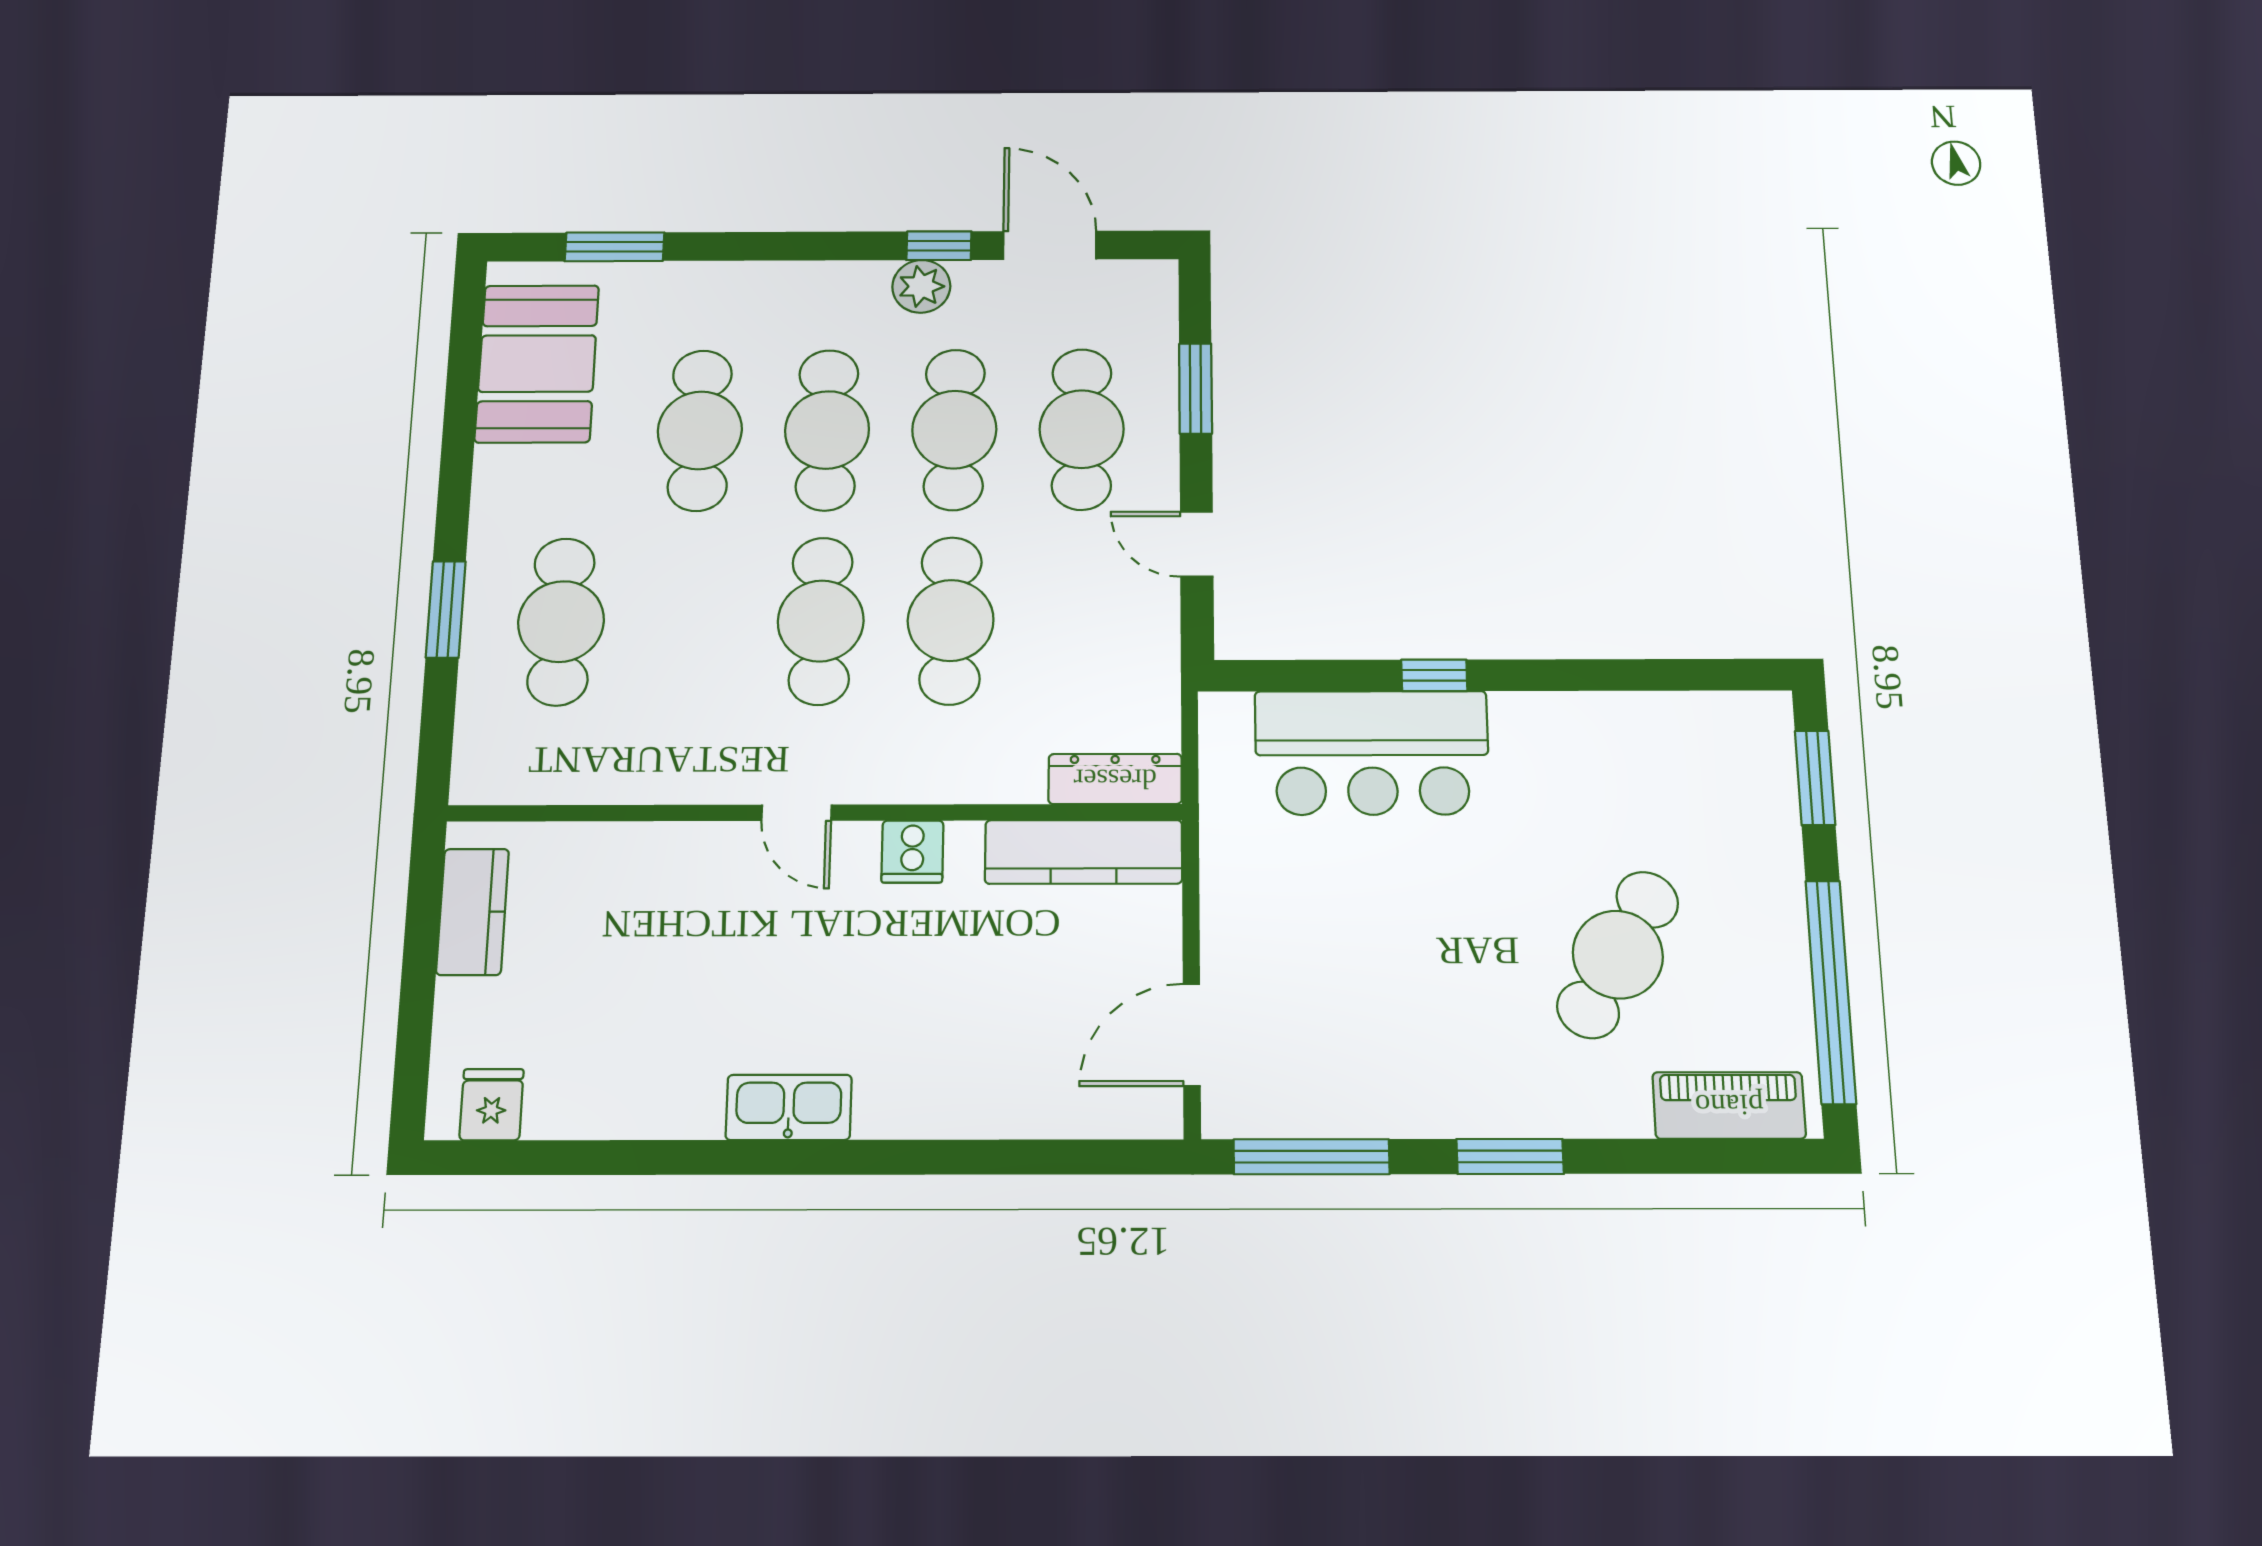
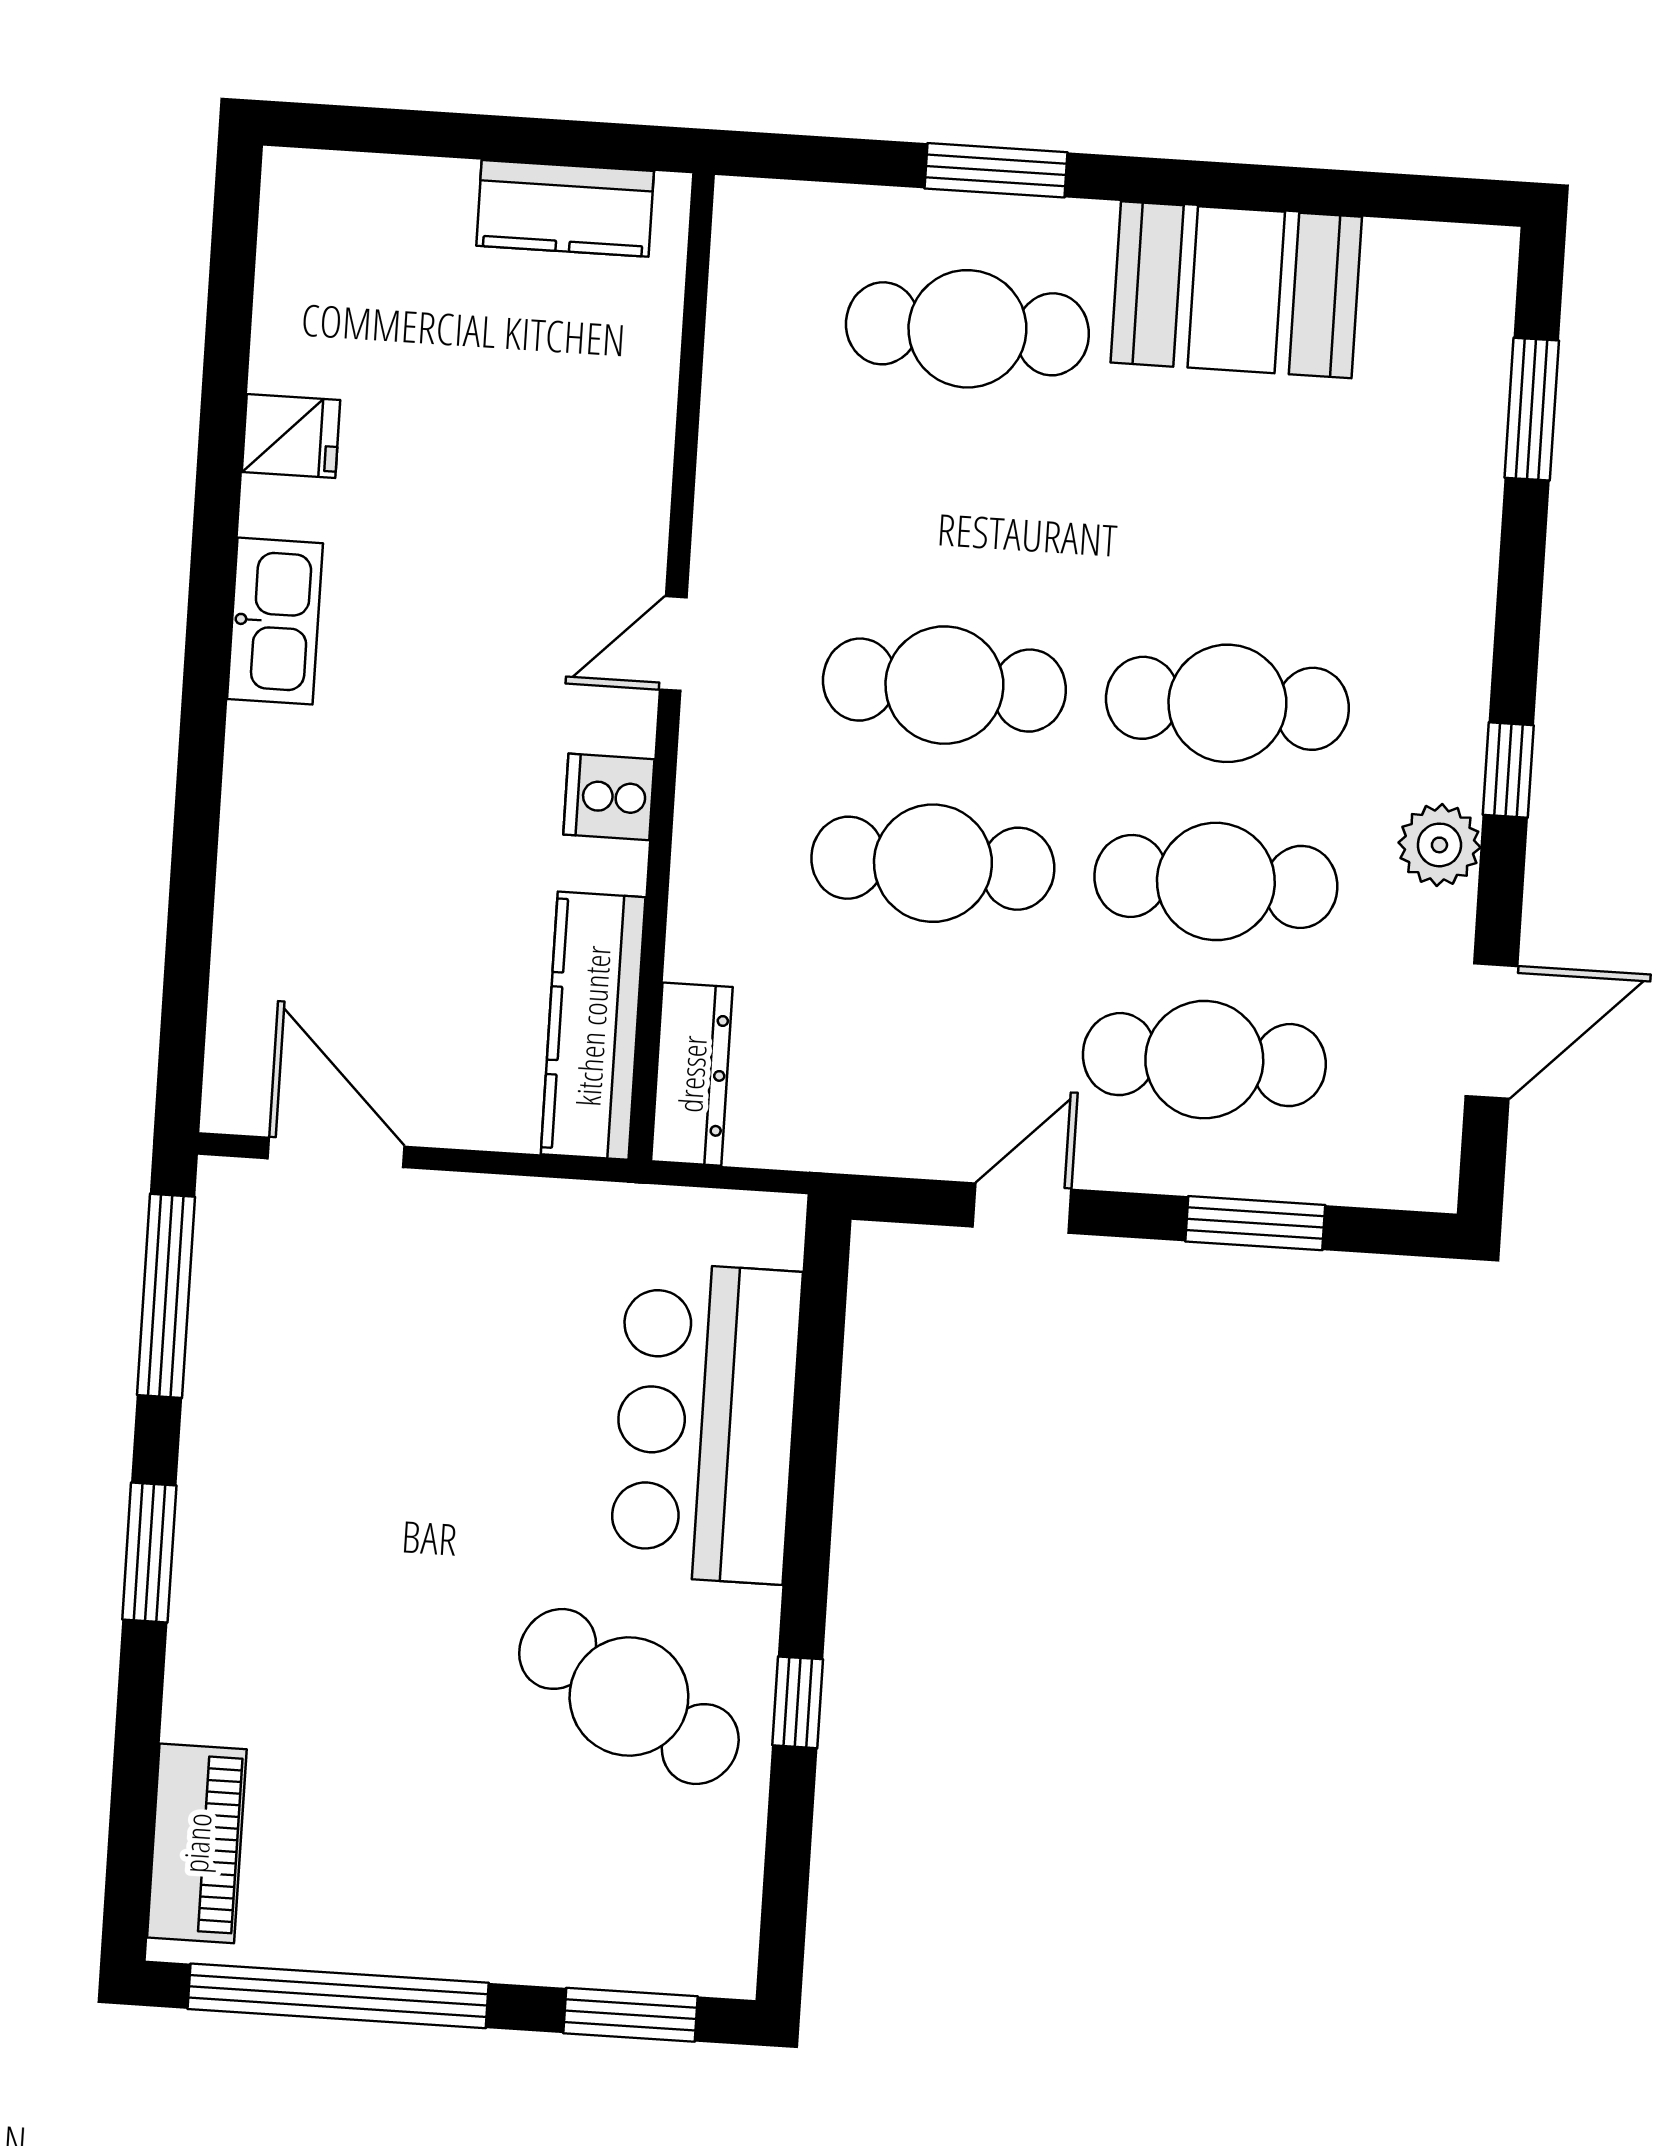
window: (939, 246) -> (1508, 770), moved
booth: (537, 364) -> (1236, 290), moved
cafe table: (700, 430) -> (1239, 525), removed
window: (1434, 675) -> (798, 1702), moved
cafe table: (1618, 955) -> (629, 1697), moved
fridge: (492, 1105) -> (291, 436), moved

